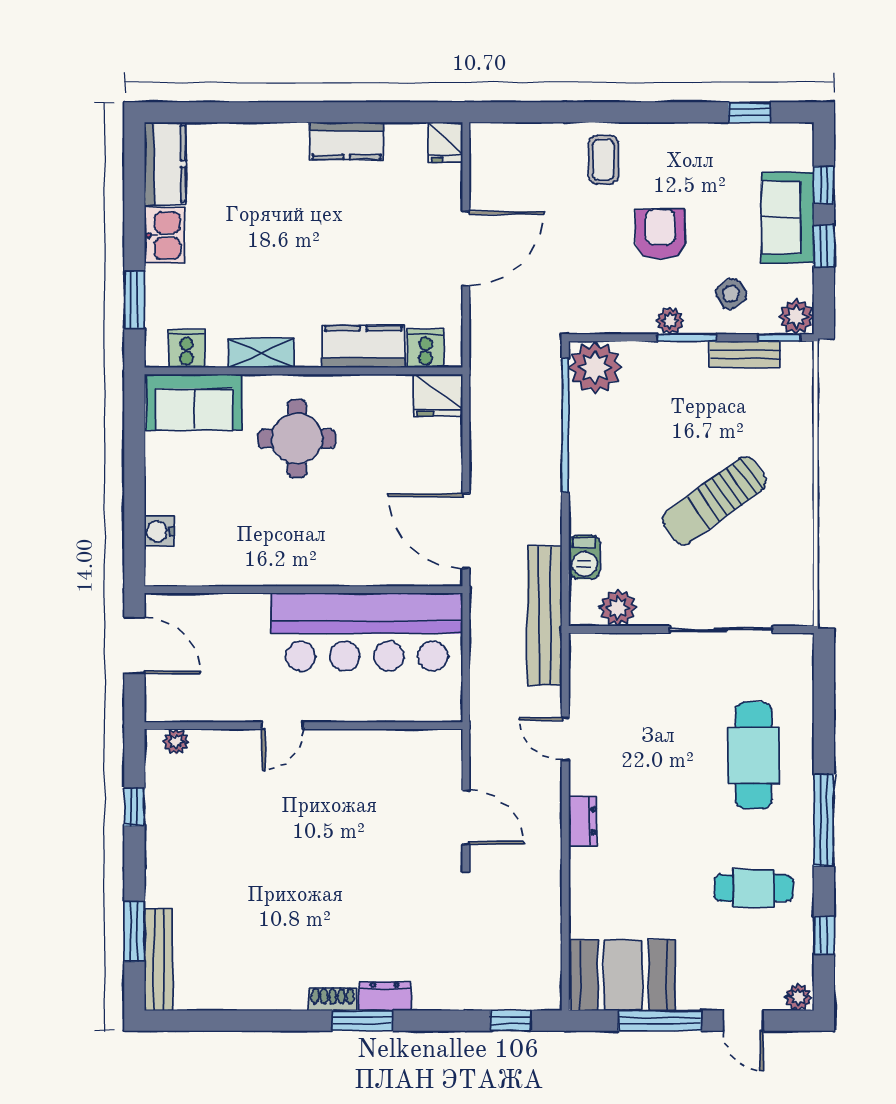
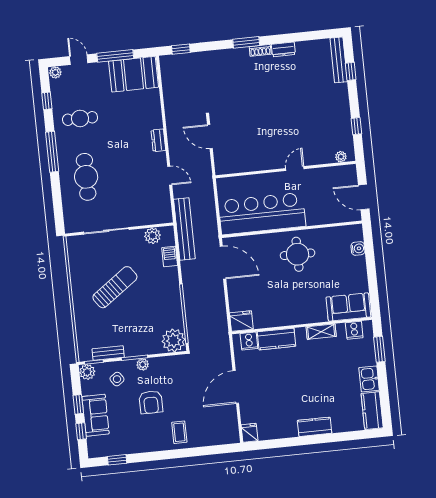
kitchen counter: (347, 141) -> (315, 427), moved
round table: (297, 439) -> (298, 254), moved
window: (134, 931) -> (351, 71), width x0.67
dresser: (385, 996) -> (283, 49), moved

